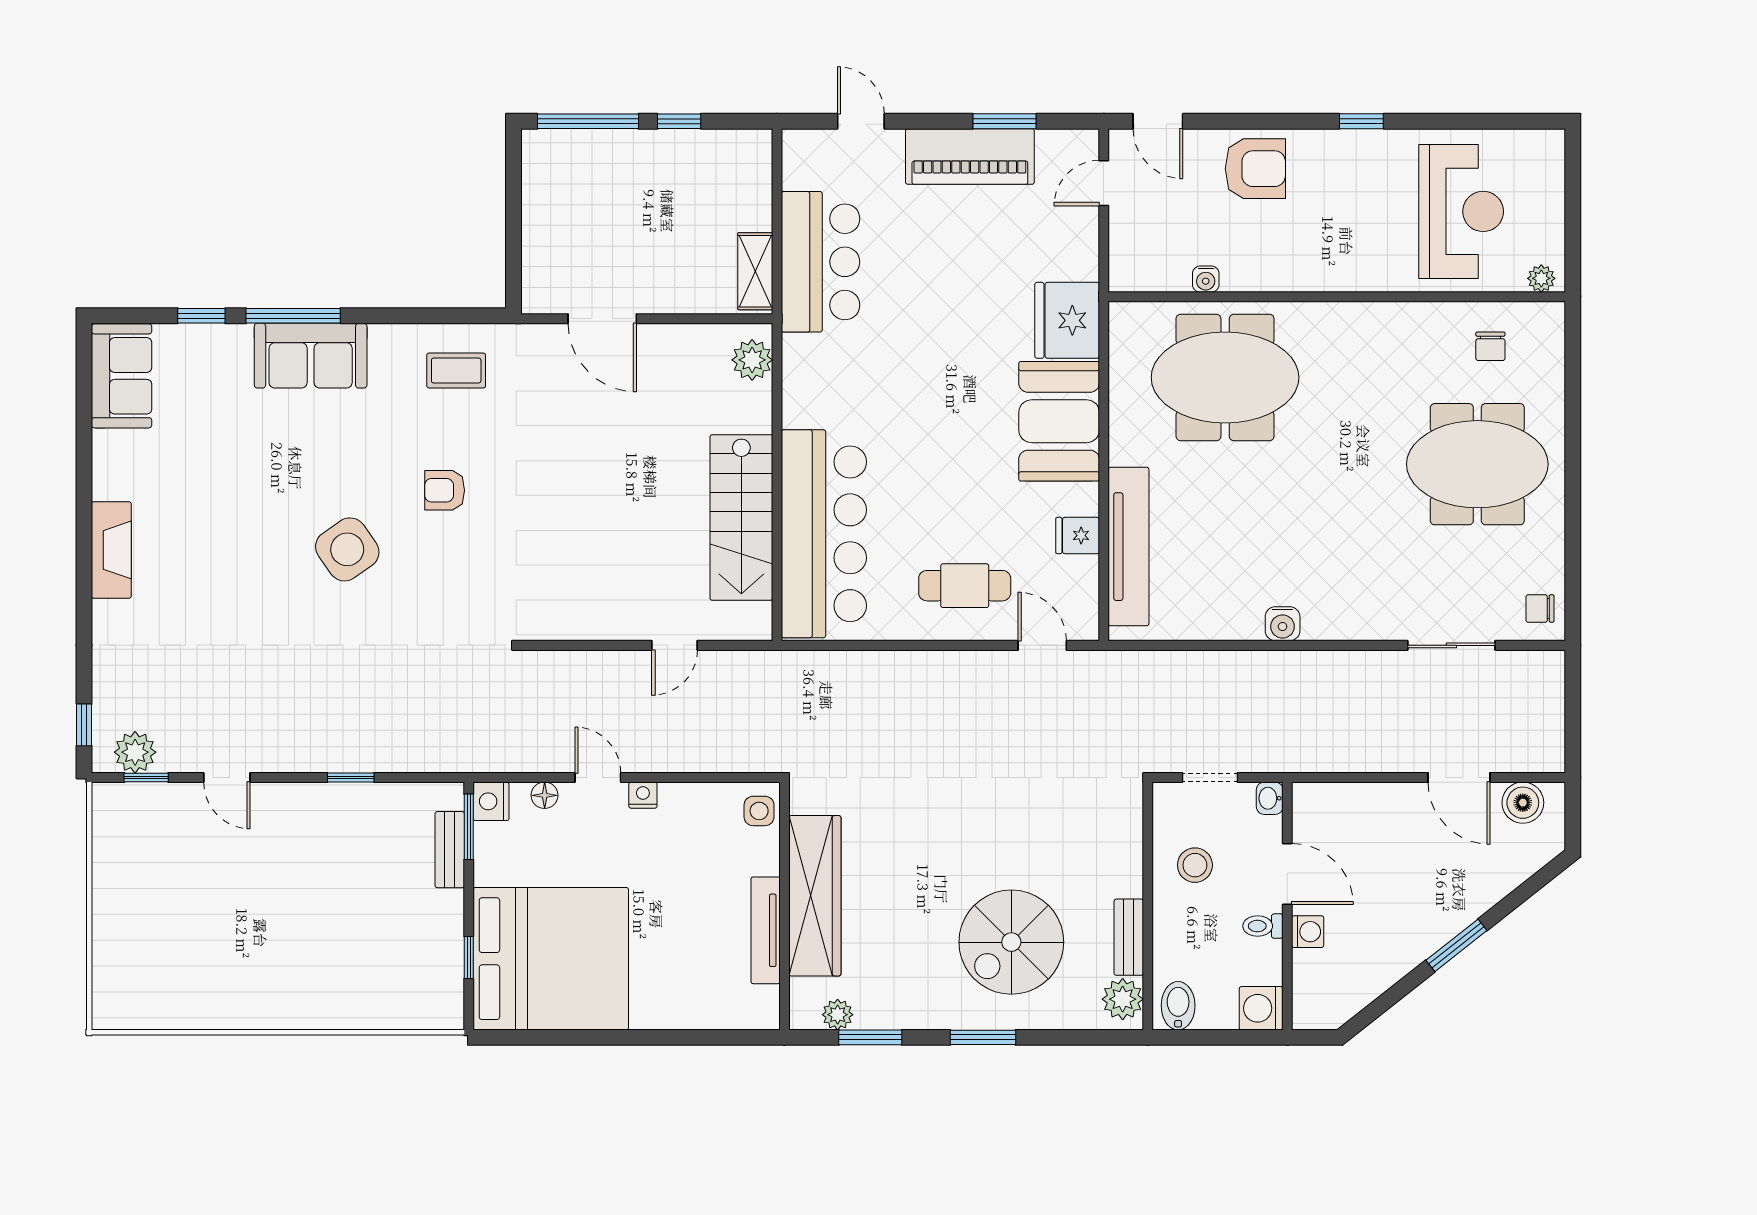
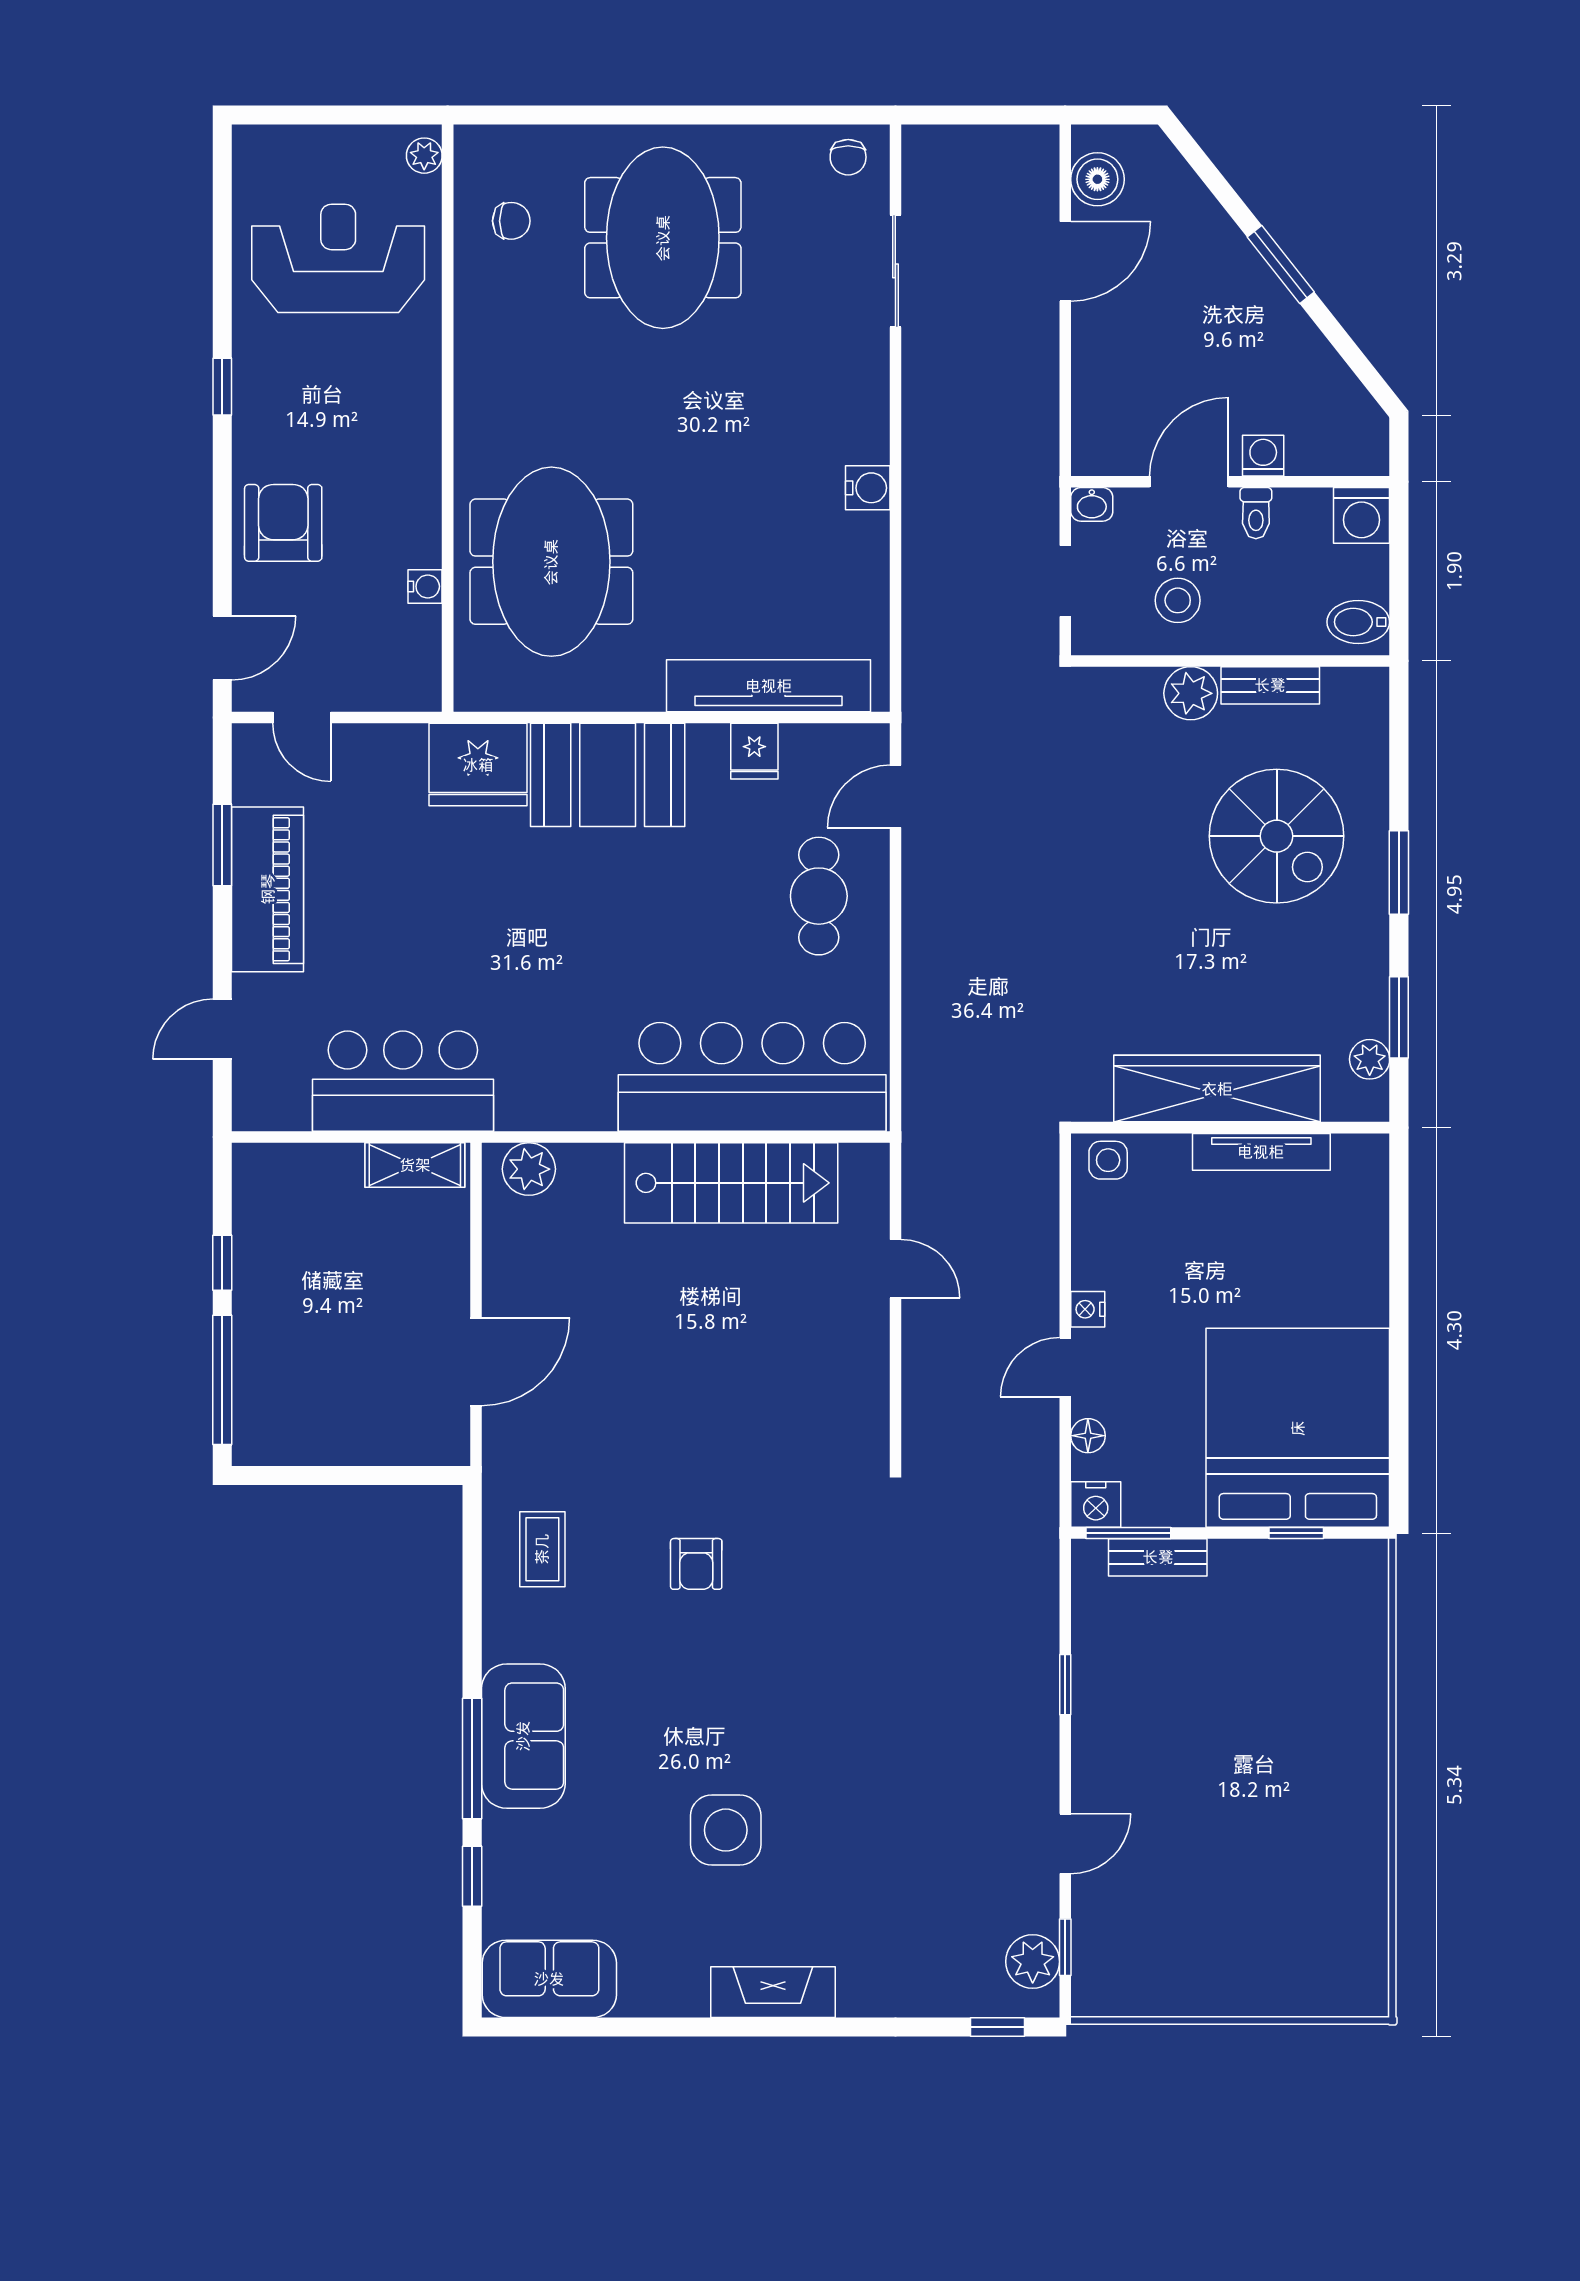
side table: (347, 549) -> (726, 1830), moved, turned 35
plant: (1123, 999) -> (1191, 693), moved

